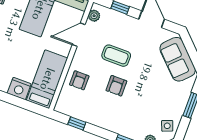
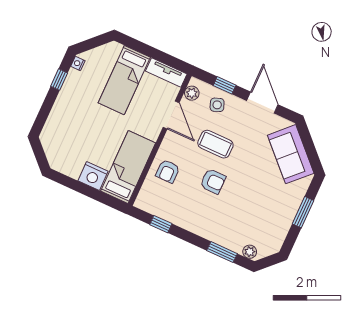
door: (79, 35) -> (171, 115), swing flipped
armchair: (116, 86) -> (213, 181), turned -90
side table: (167, 126) -> (217, 105), moved

